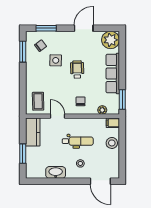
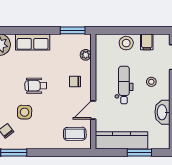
row of seats: (113, 74) -> (33, 42), width x0.68
filing cabinet: (113, 123) -> (147, 42), moved
kitchen counter: (33, 132) -> (121, 140), width x1.50

